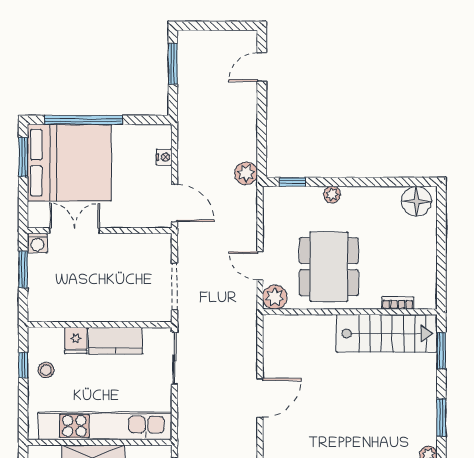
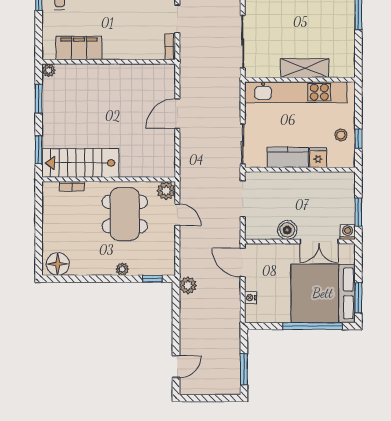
boiler: (116, 246) -> (287, 230), added

